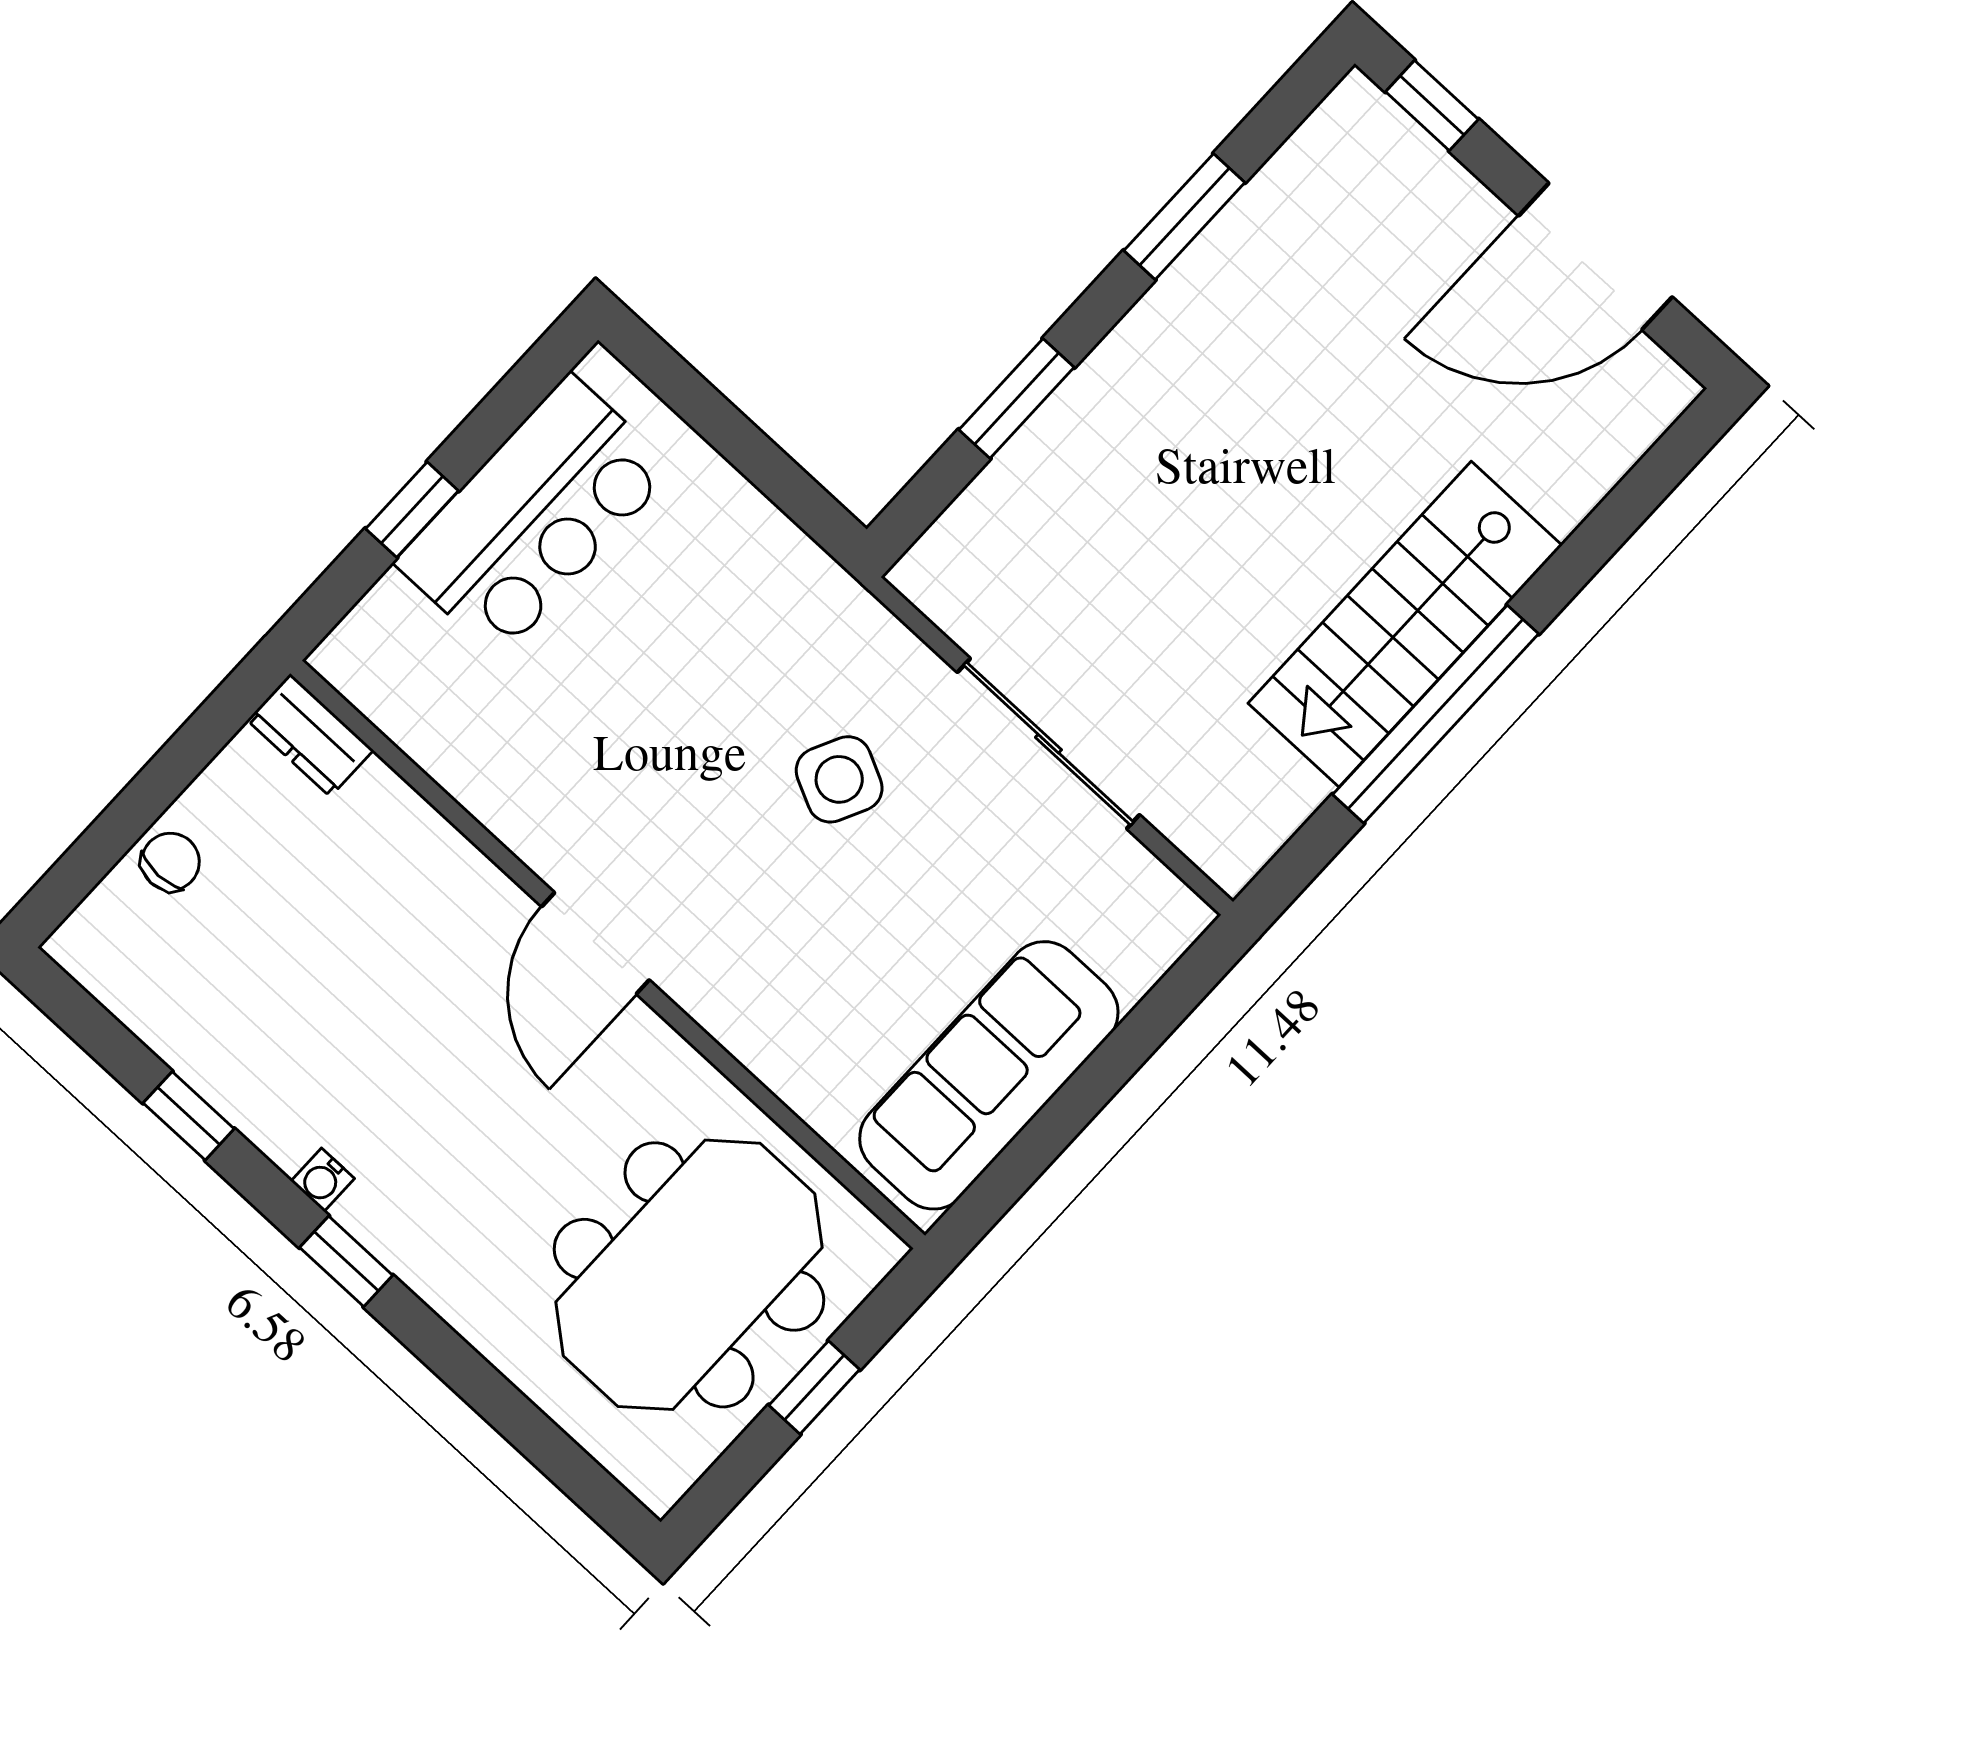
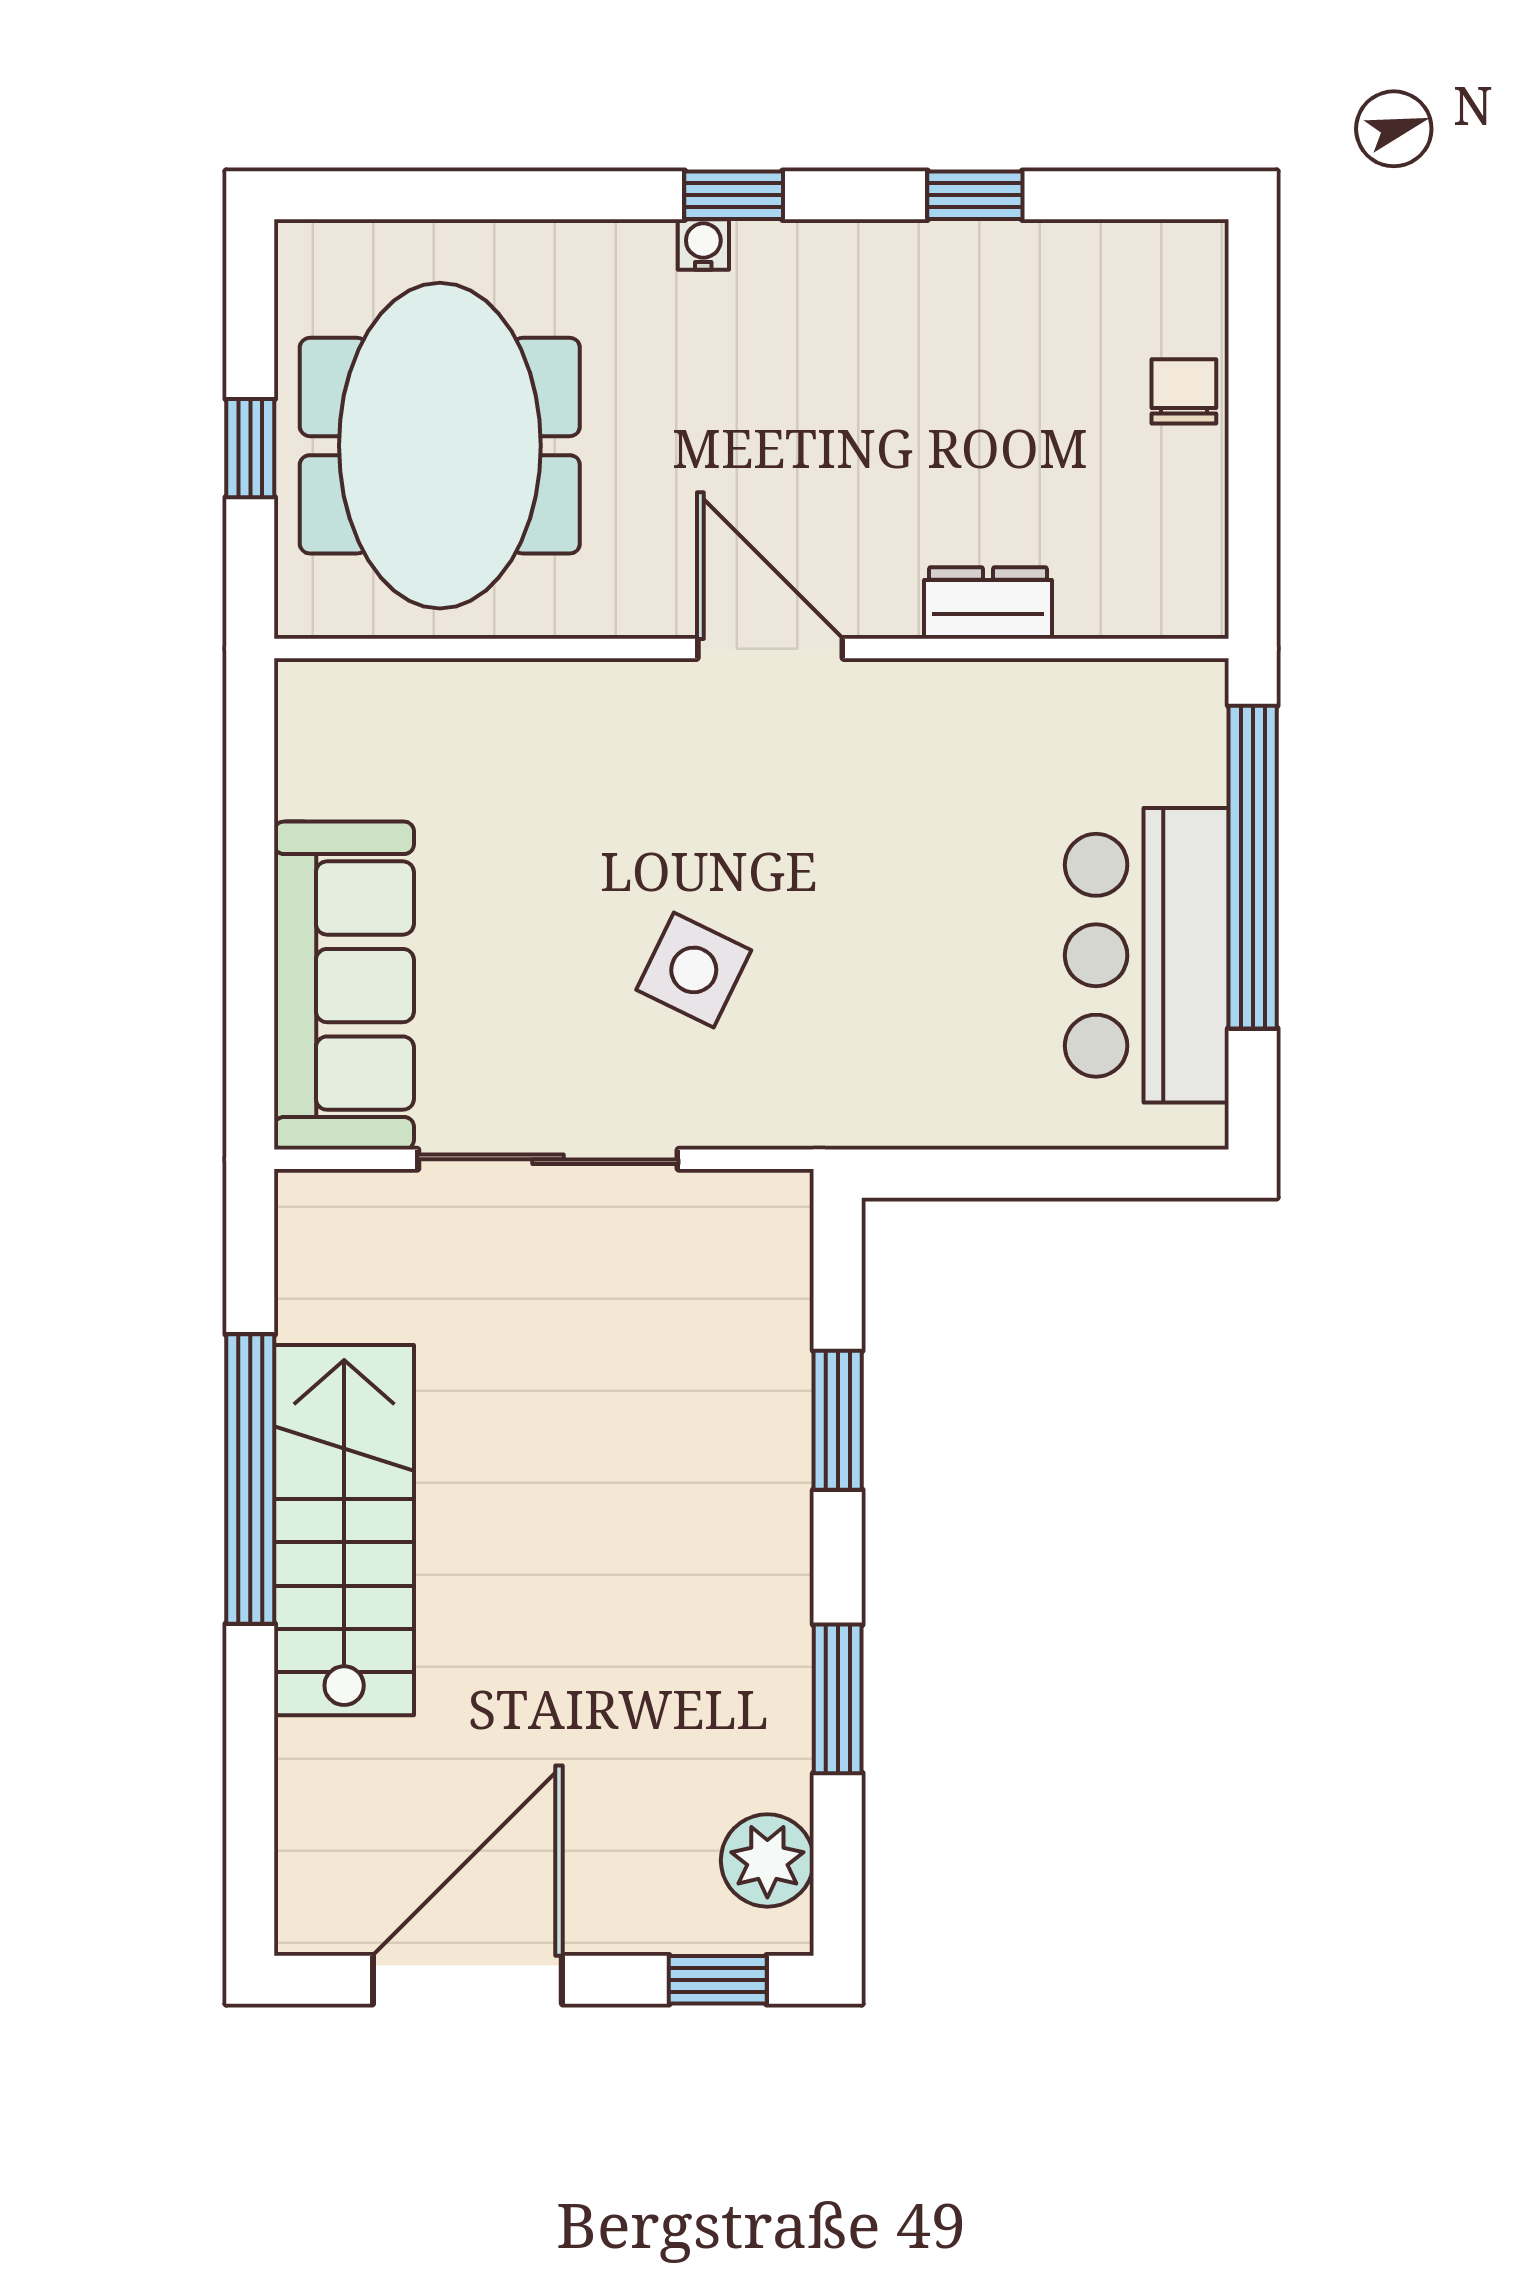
plant: (1328, 153) -> (767, 1860), added
window: (412, 510) -> (1253, 867), width x3.17
dresser: (310, 735) -> (988, 603), moved
chair: (170, 862) -> (1184, 391), turned 180
sofa: (989, 1075) -> (344, 986), moved
water cooler: (323, 1180) -> (703, 245), moved

